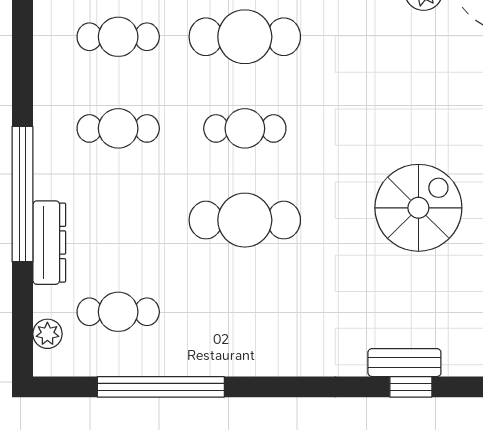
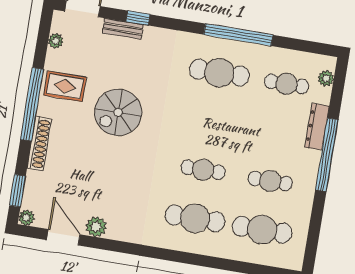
cafe table: (118, 37) -> (262, 230), width x1.37, depth x1.35
cafe table: (245, 220) -> (219, 73), moved
bench: (404, 363) -> (123, 29), moved
window: (161, 387) -> (238, 35), moved

